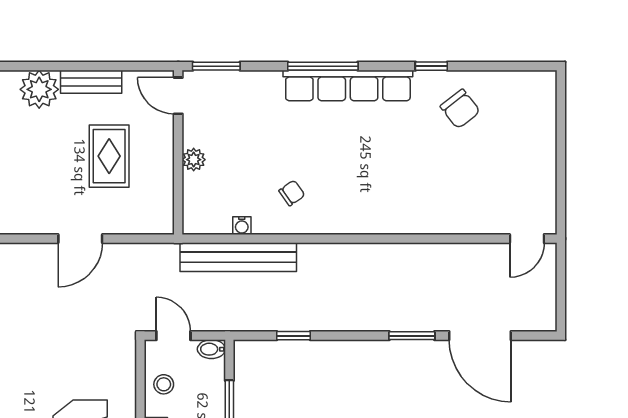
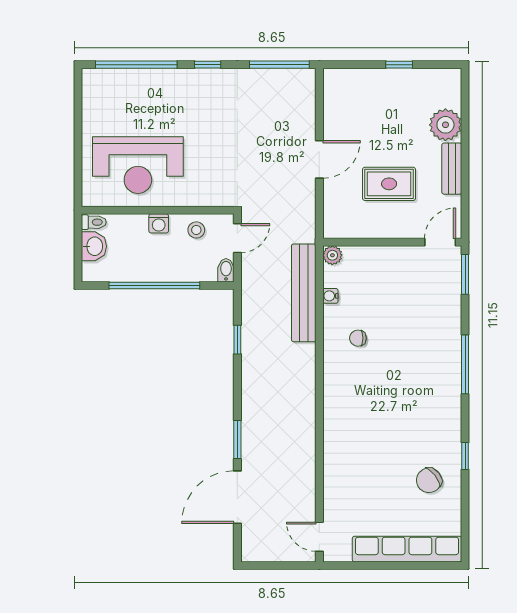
row of seats: (348, 85) -> (407, 549), moved, turned 90
plant: (194, 160) -> (332, 255), moved
chair: (292, 193) -> (358, 338), turned 125
door: (80, 239) -> (319, 159), swing flipped

